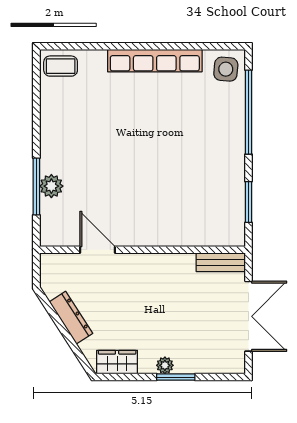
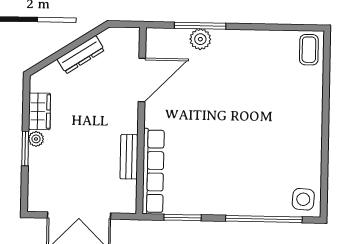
row of seats: (155, 61) -> (153, 171), moved, turned 180
door: (98, 250) -> (142, 80), width x1.36
bench: (221, 262) -> (129, 157), moved
wardrobe: (117, 362) -> (39, 111), moved

